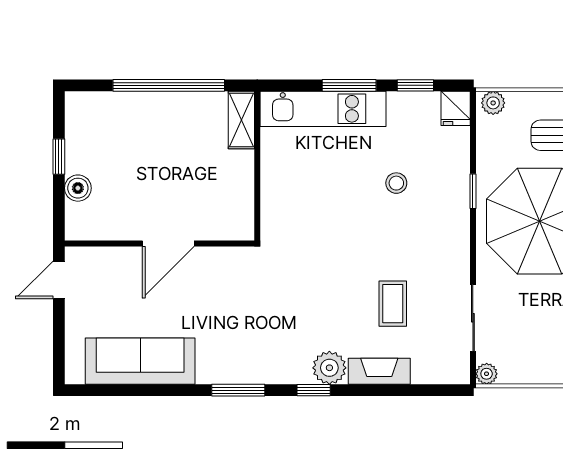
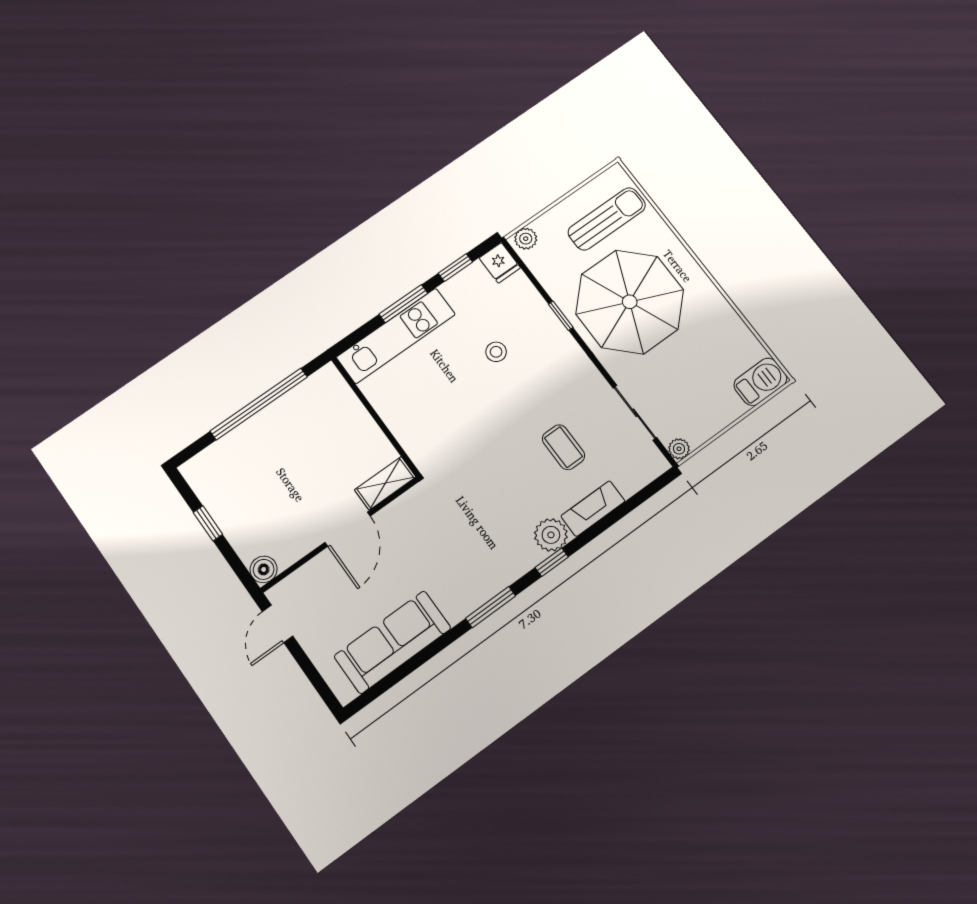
shelving: (241, 120) -> (385, 483), moved, turned 90
boiler: (78, 188) -> (264, 569), moved

